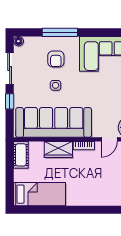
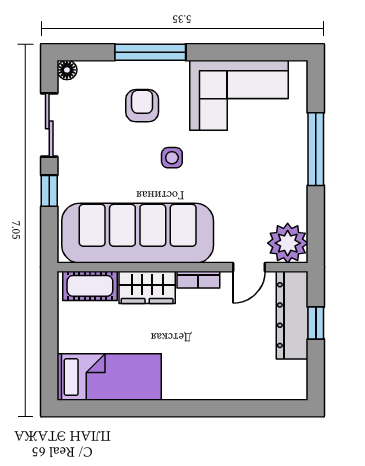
armchair: (56, 59) -> (142, 106), turned 180
side table: (56, 85) -> (172, 158), moved
cot: (21, 155) -> (90, 286), moved, turned 90

